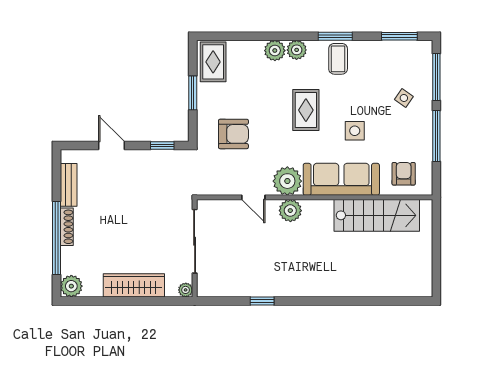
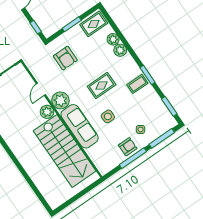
plant: (297, 50) -> (113, 39), moved
armchair: (404, 174) -> (128, 147), moved
stairs: (377, 215) -> (65, 151), width x1.36, depth x1.51

